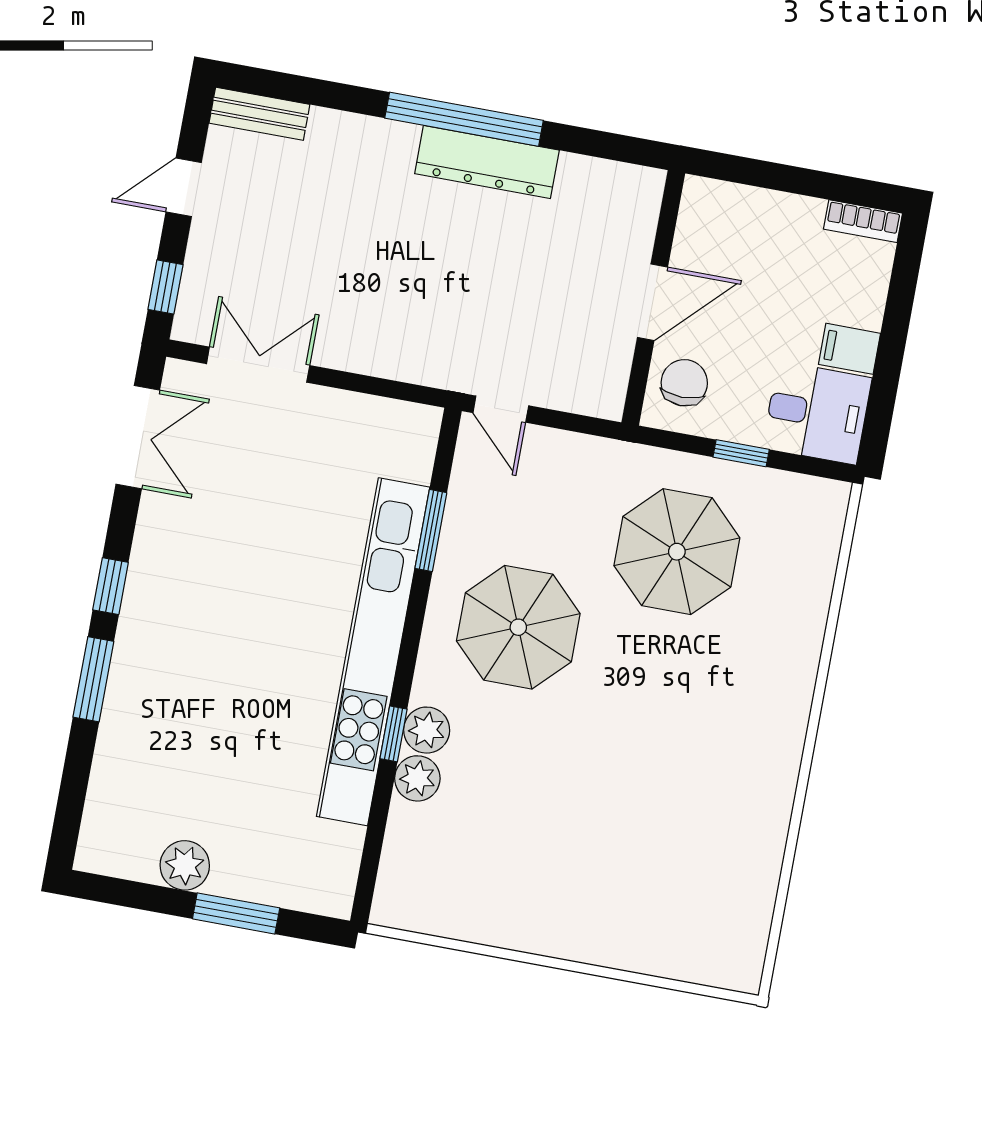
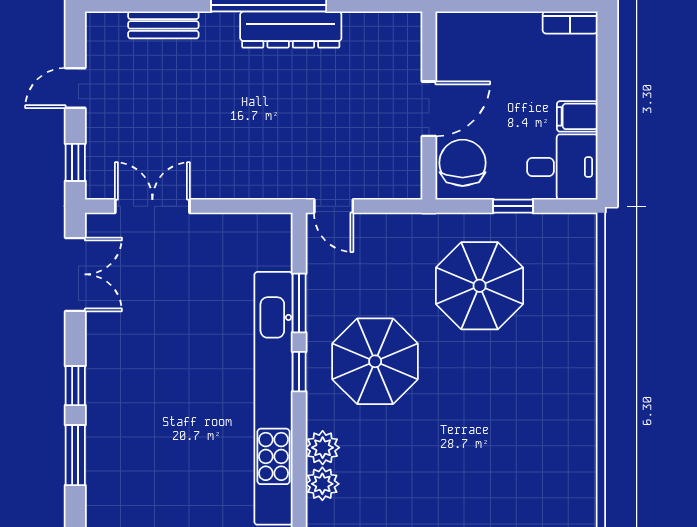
bench: (259, 114) -> (163, 25), moved
chair: (684, 383) -> (463, 163), width x1.37, depth x1.37
window: (394, 734) -> (299, 372), moved

